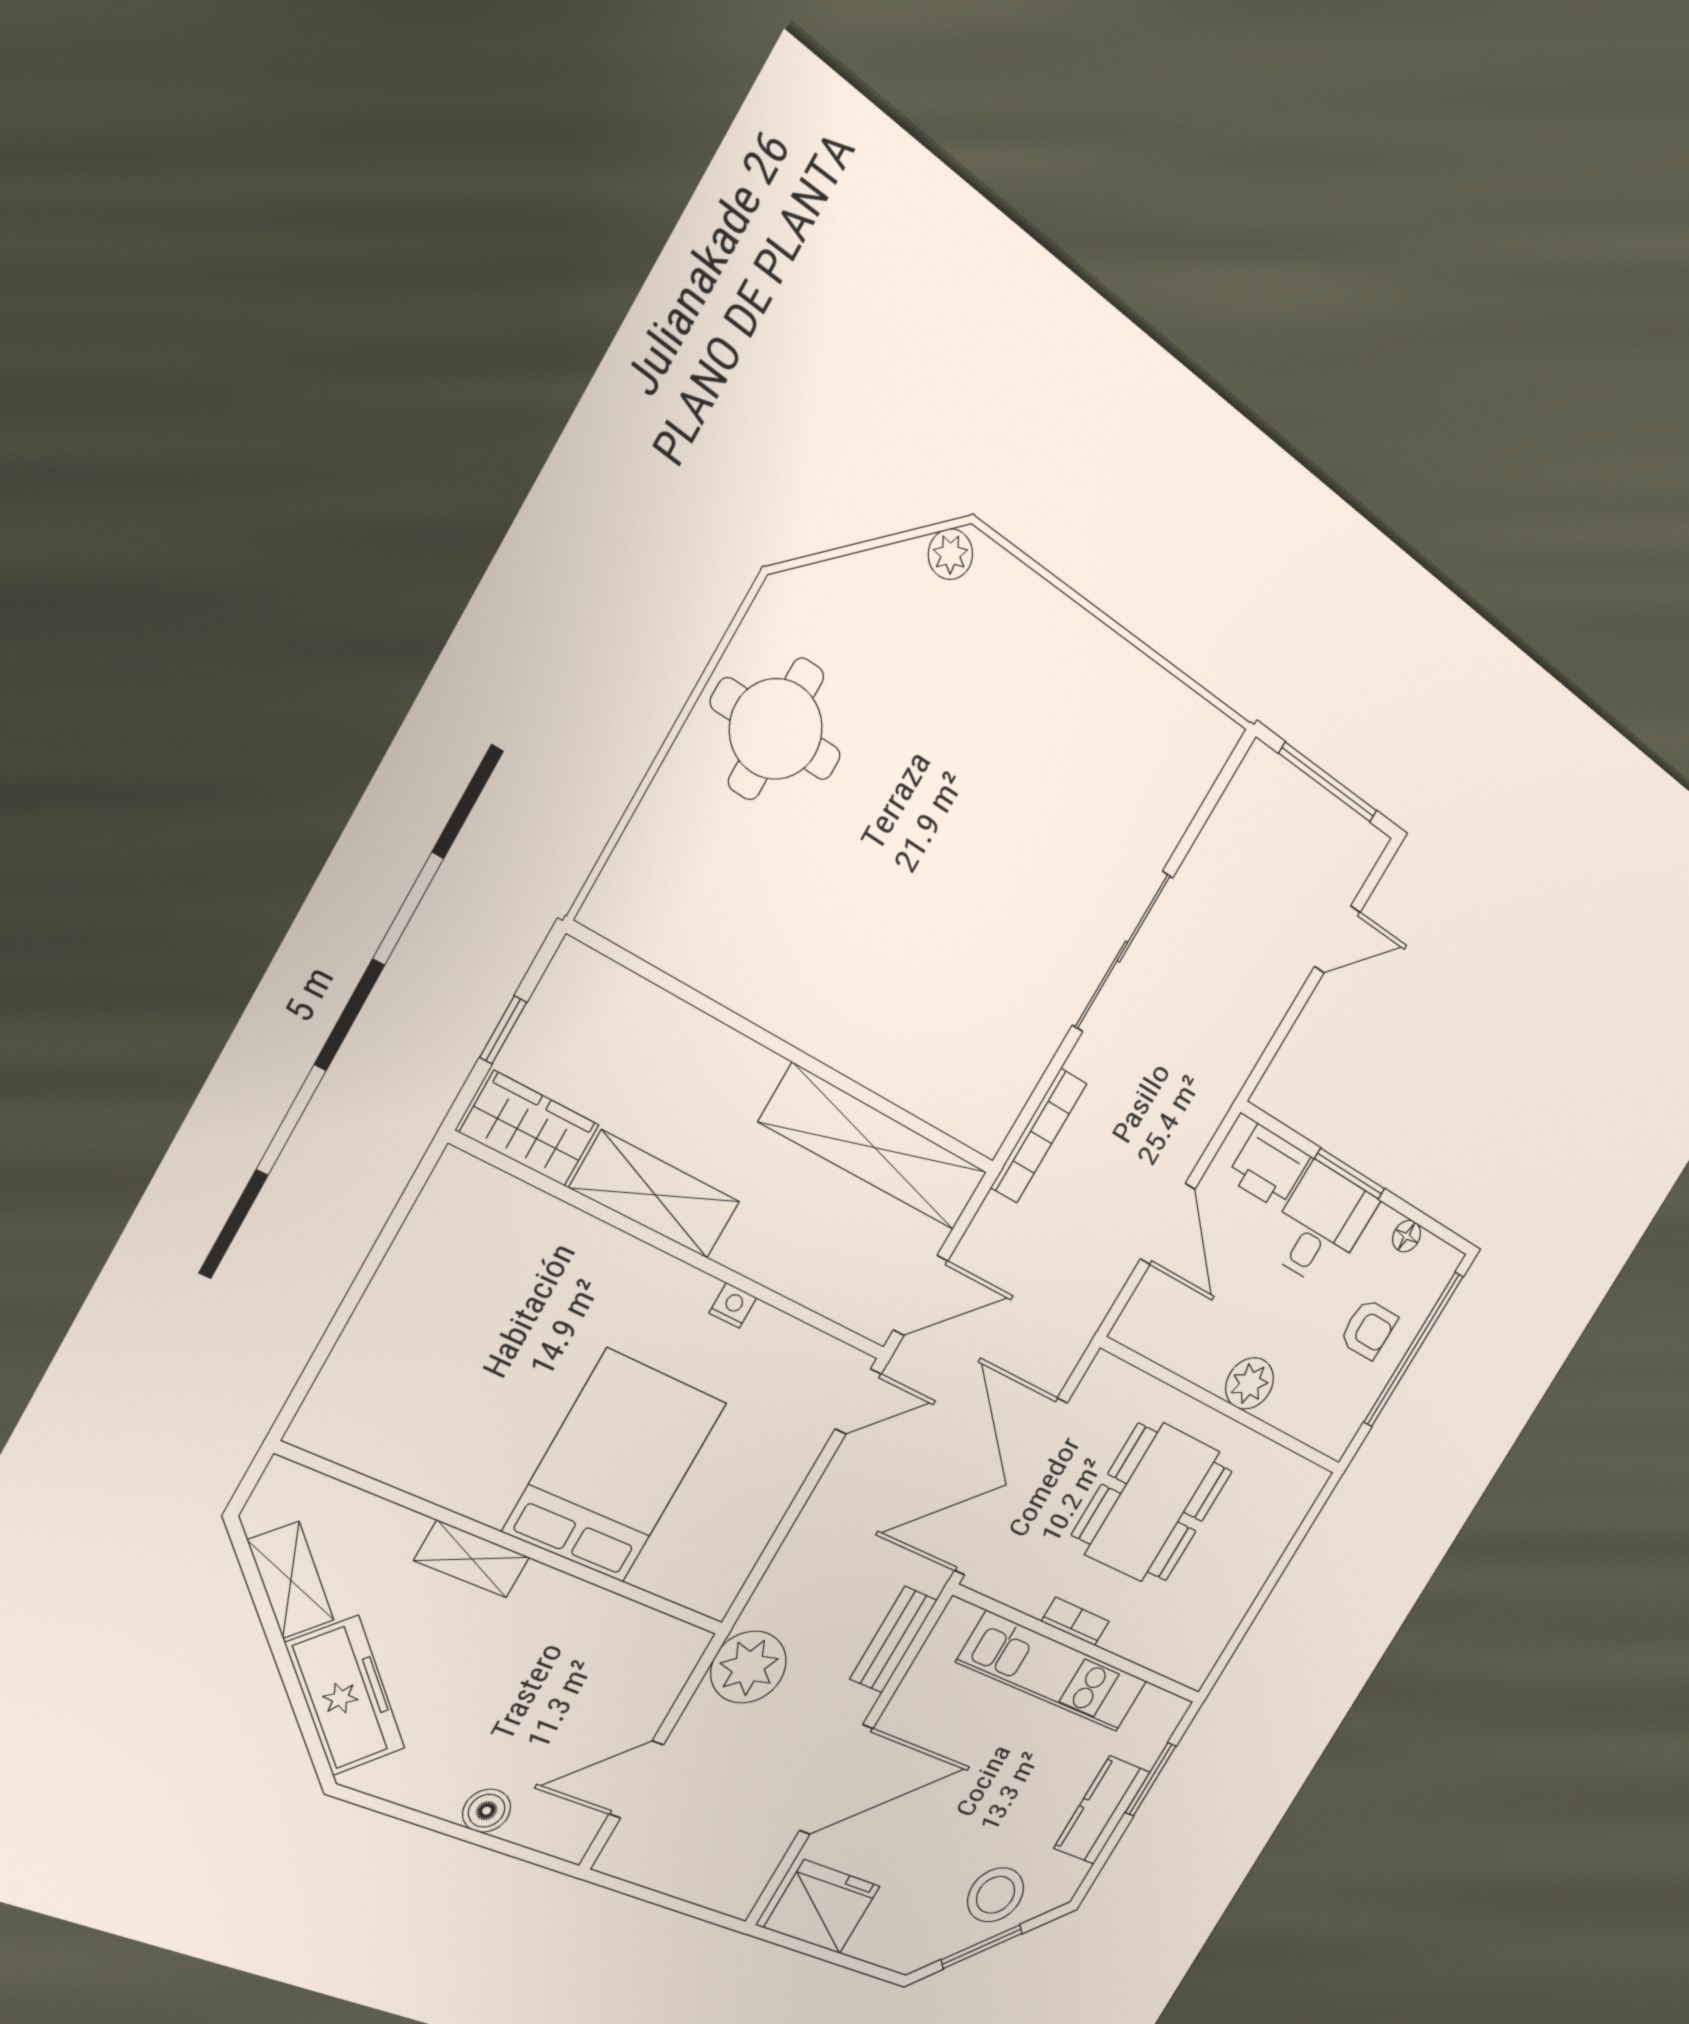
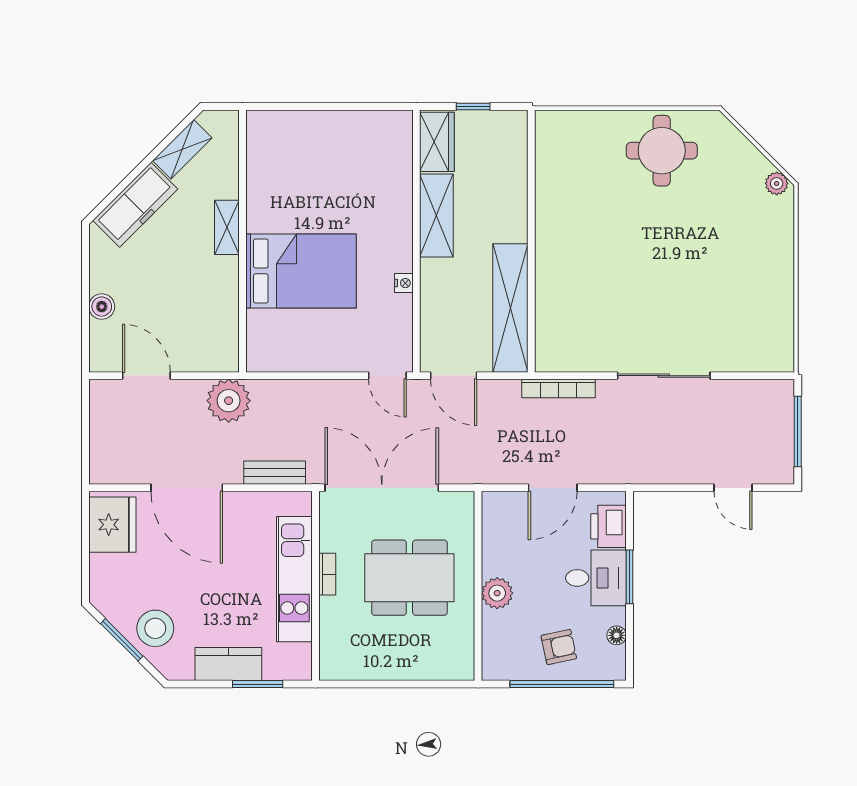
armchair: (1368, 1329) -> (559, 647), turned -102

